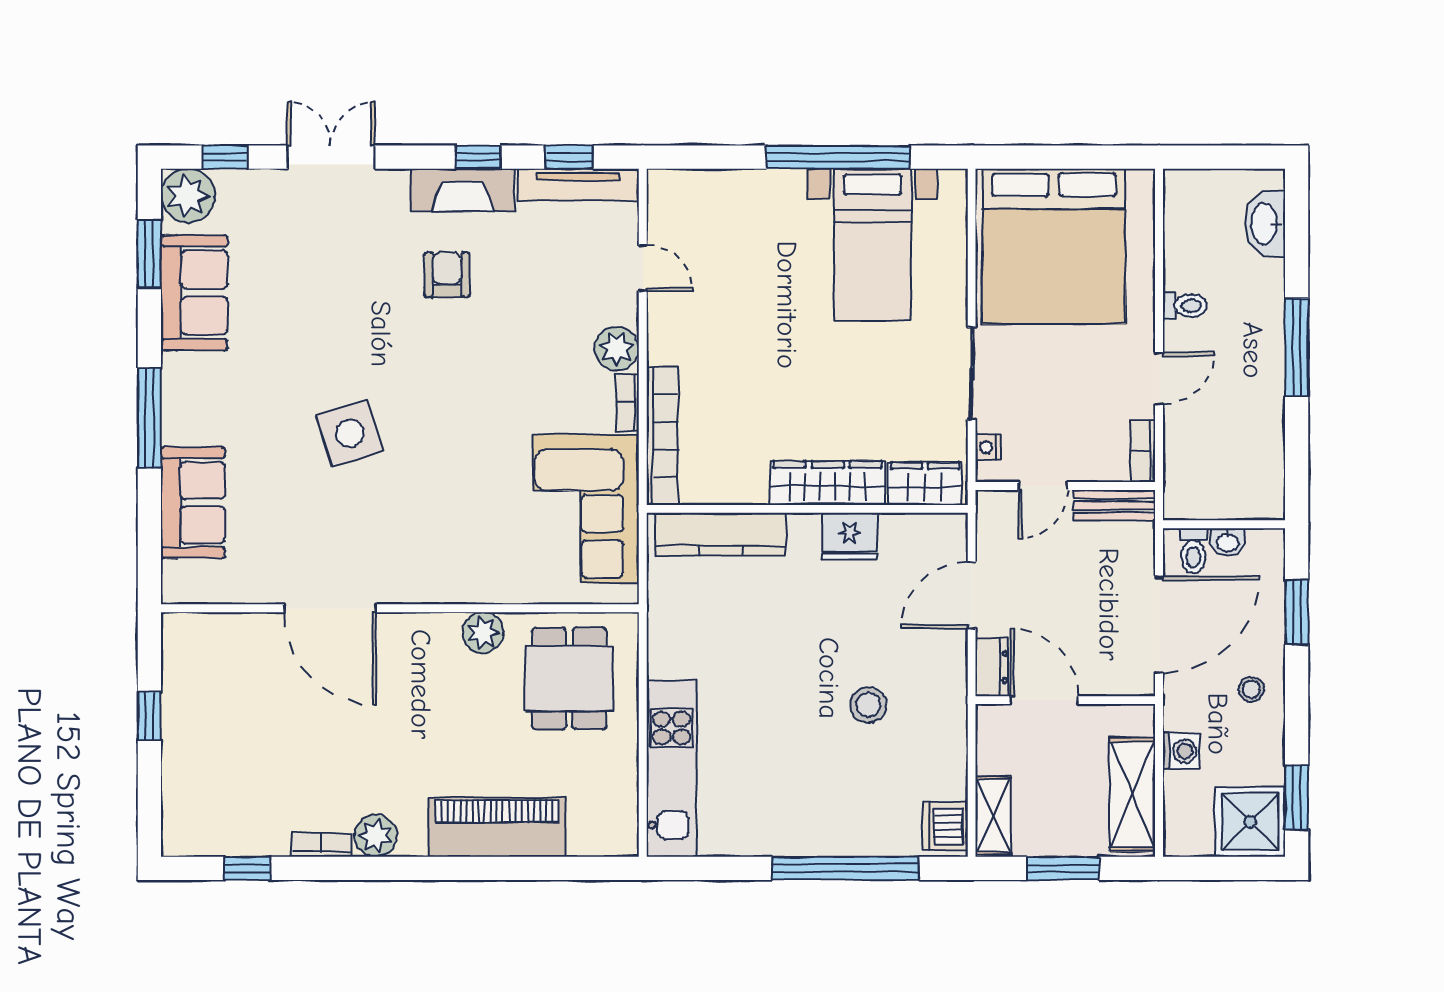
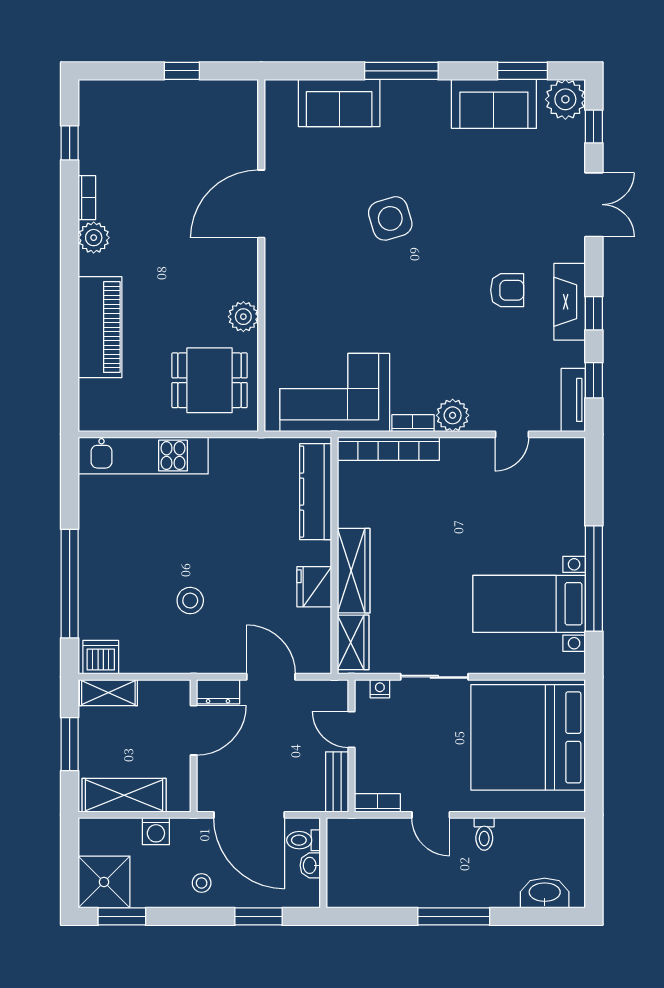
tv unit: (578, 185) -> (573, 400), width x0.71

